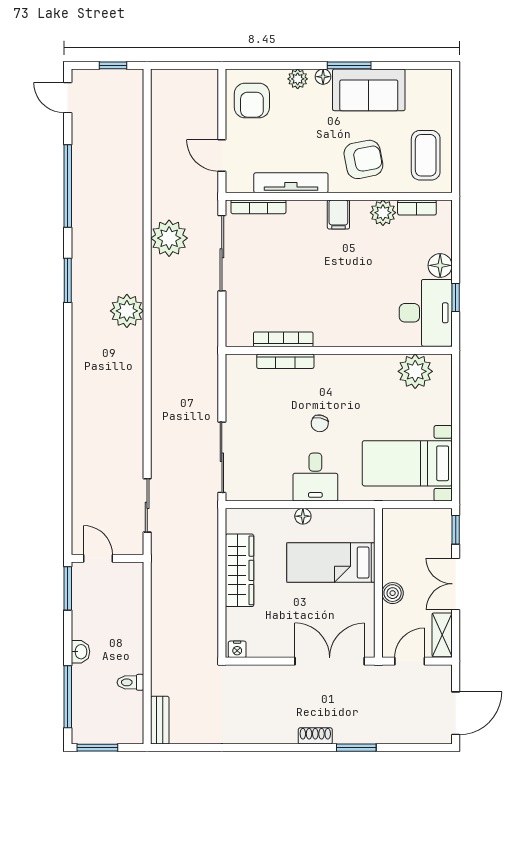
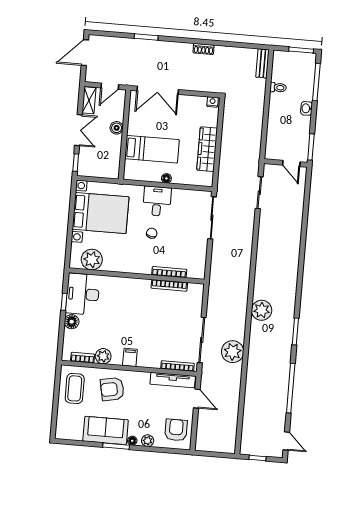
tv unit: (291, 183) -> (173, 380), moved
bed with nightstands: (407, 463) -> (101, 213), width x1.36
shoe rack: (315, 736) -> (204, 49), moved

